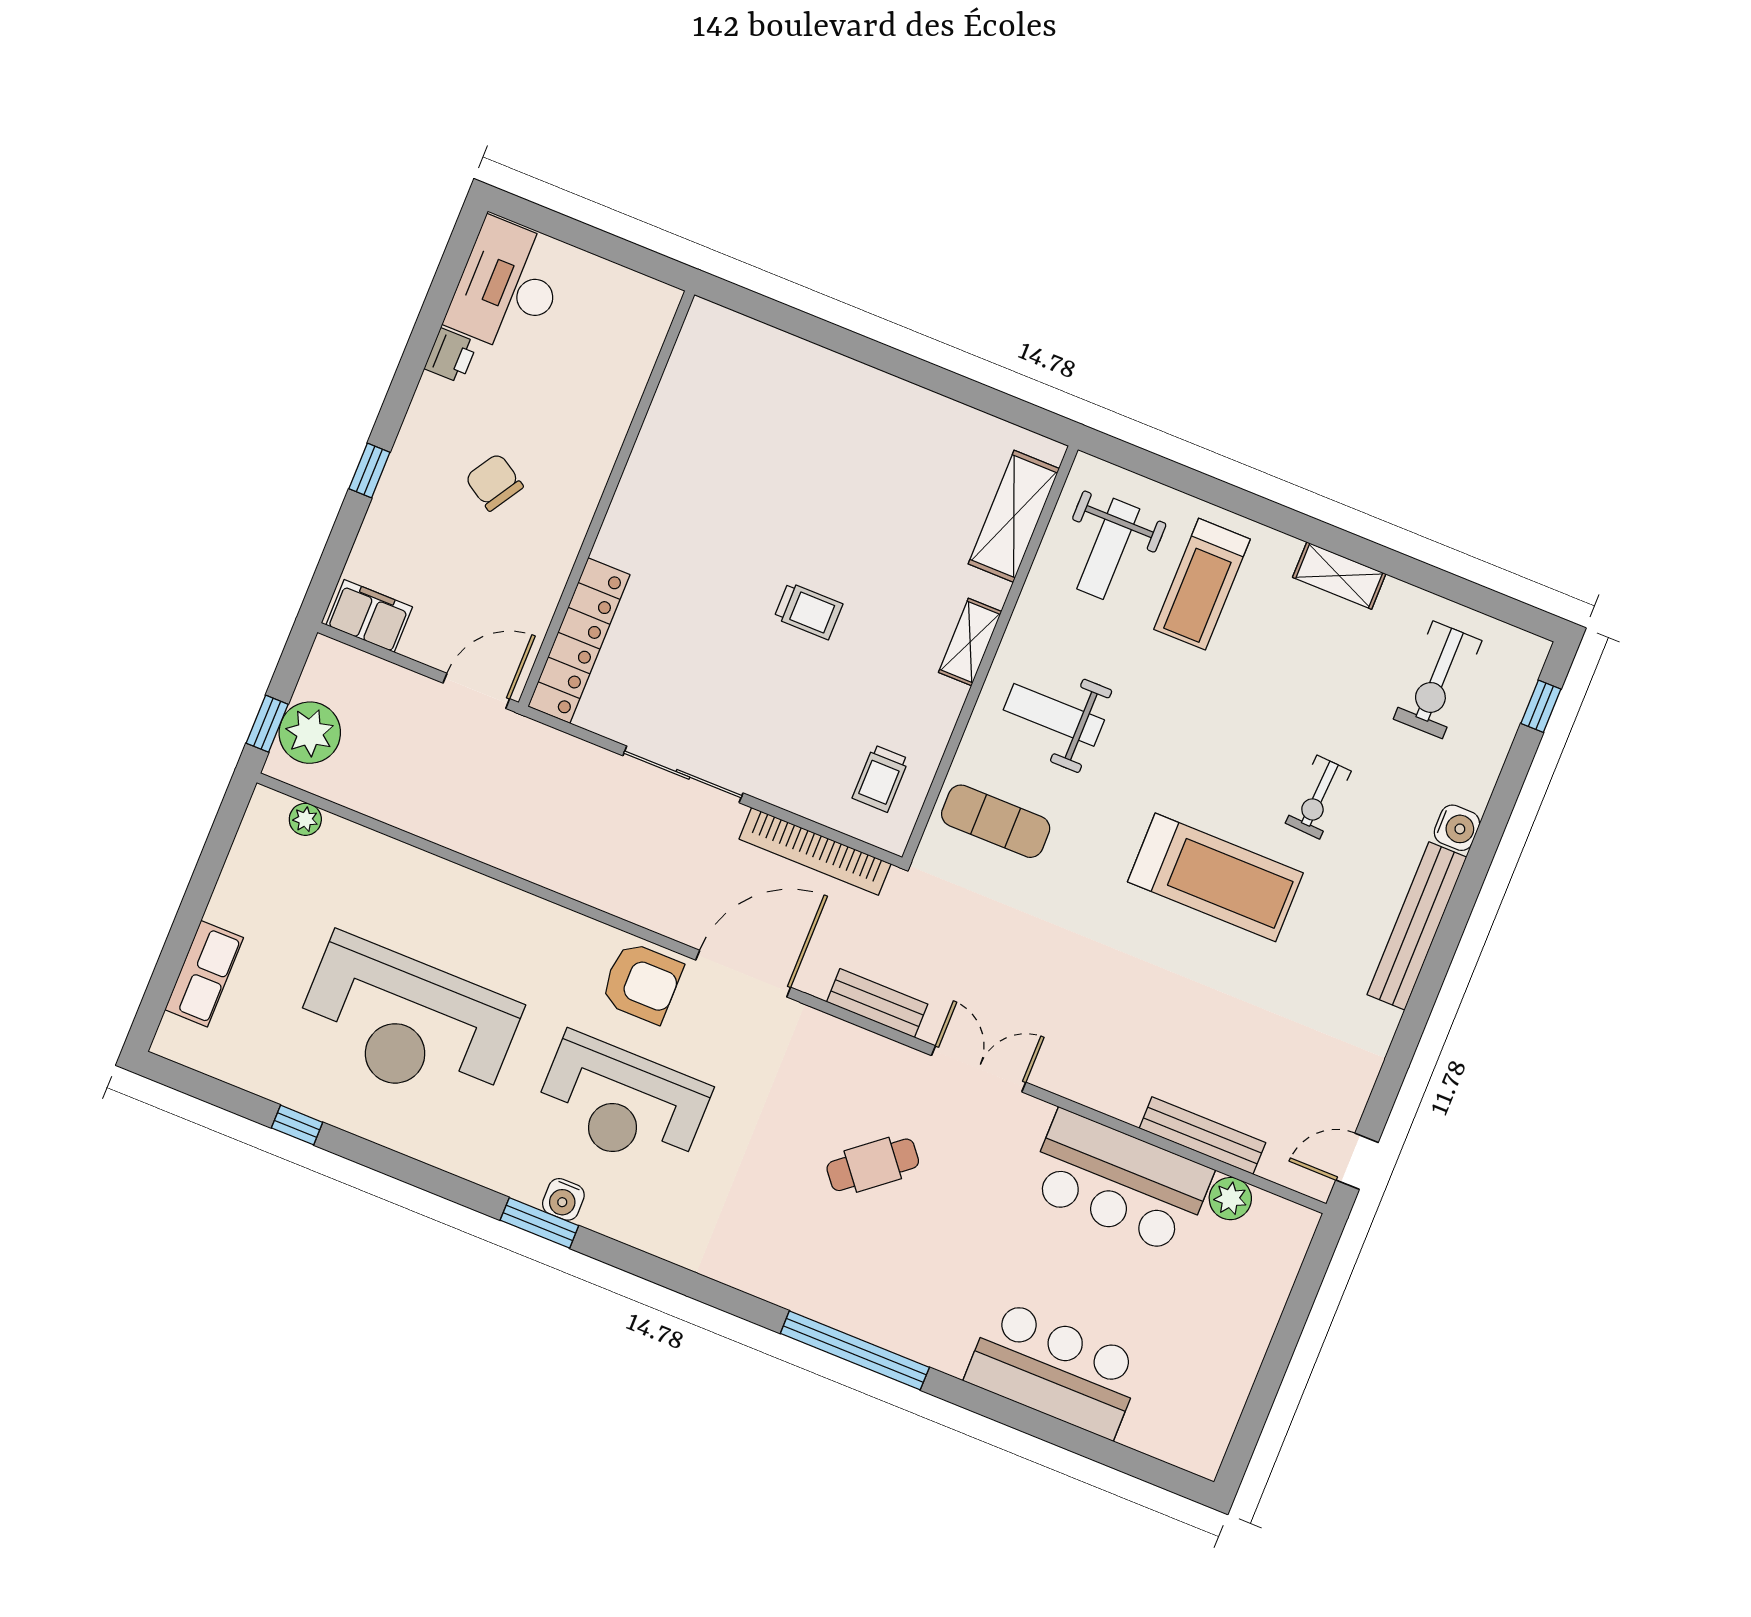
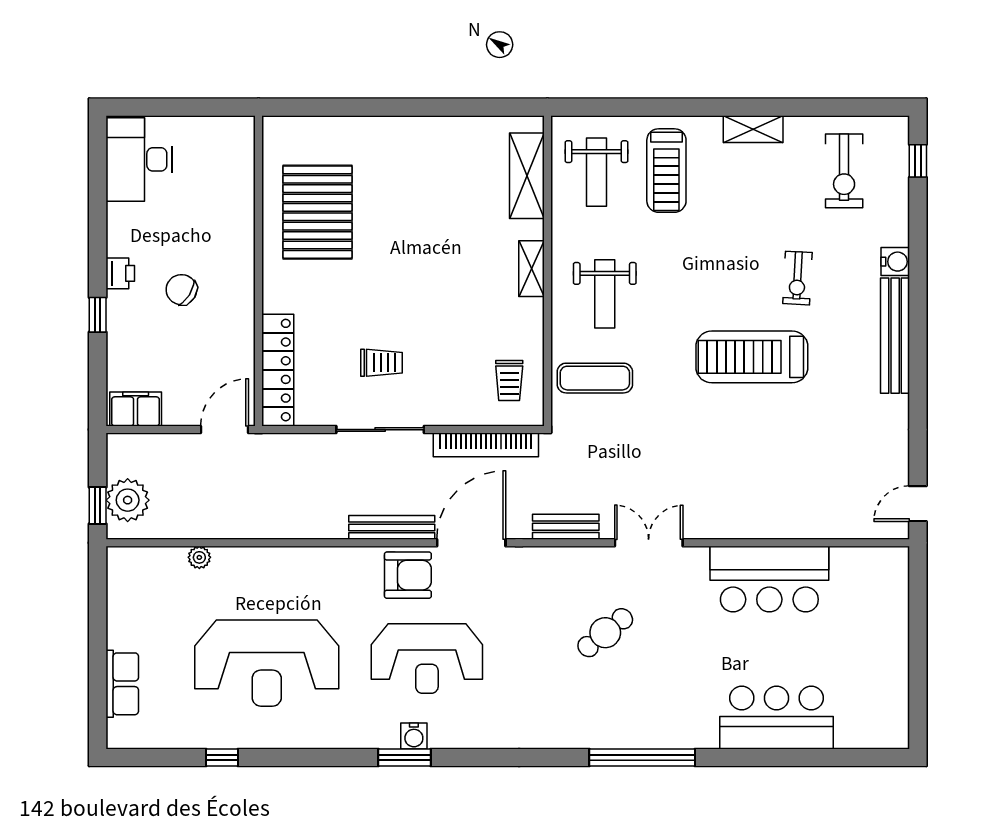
printer: (451, 356) -> (120, 273), moved
pallet: (716, 452) -> (317, 212), added
trolley: (808, 611) -> (382, 363), moved
weight bench: (1054, 715) -> (605, 294), turned -90
plant: (305, 819) -> (199, 557), moved
treadmill: (1215, 877) -> (752, 357), turned 180
bench: (1202, 1135) -> (392, 527), moved
plant: (1230, 1199) -> (846, 561), removed

